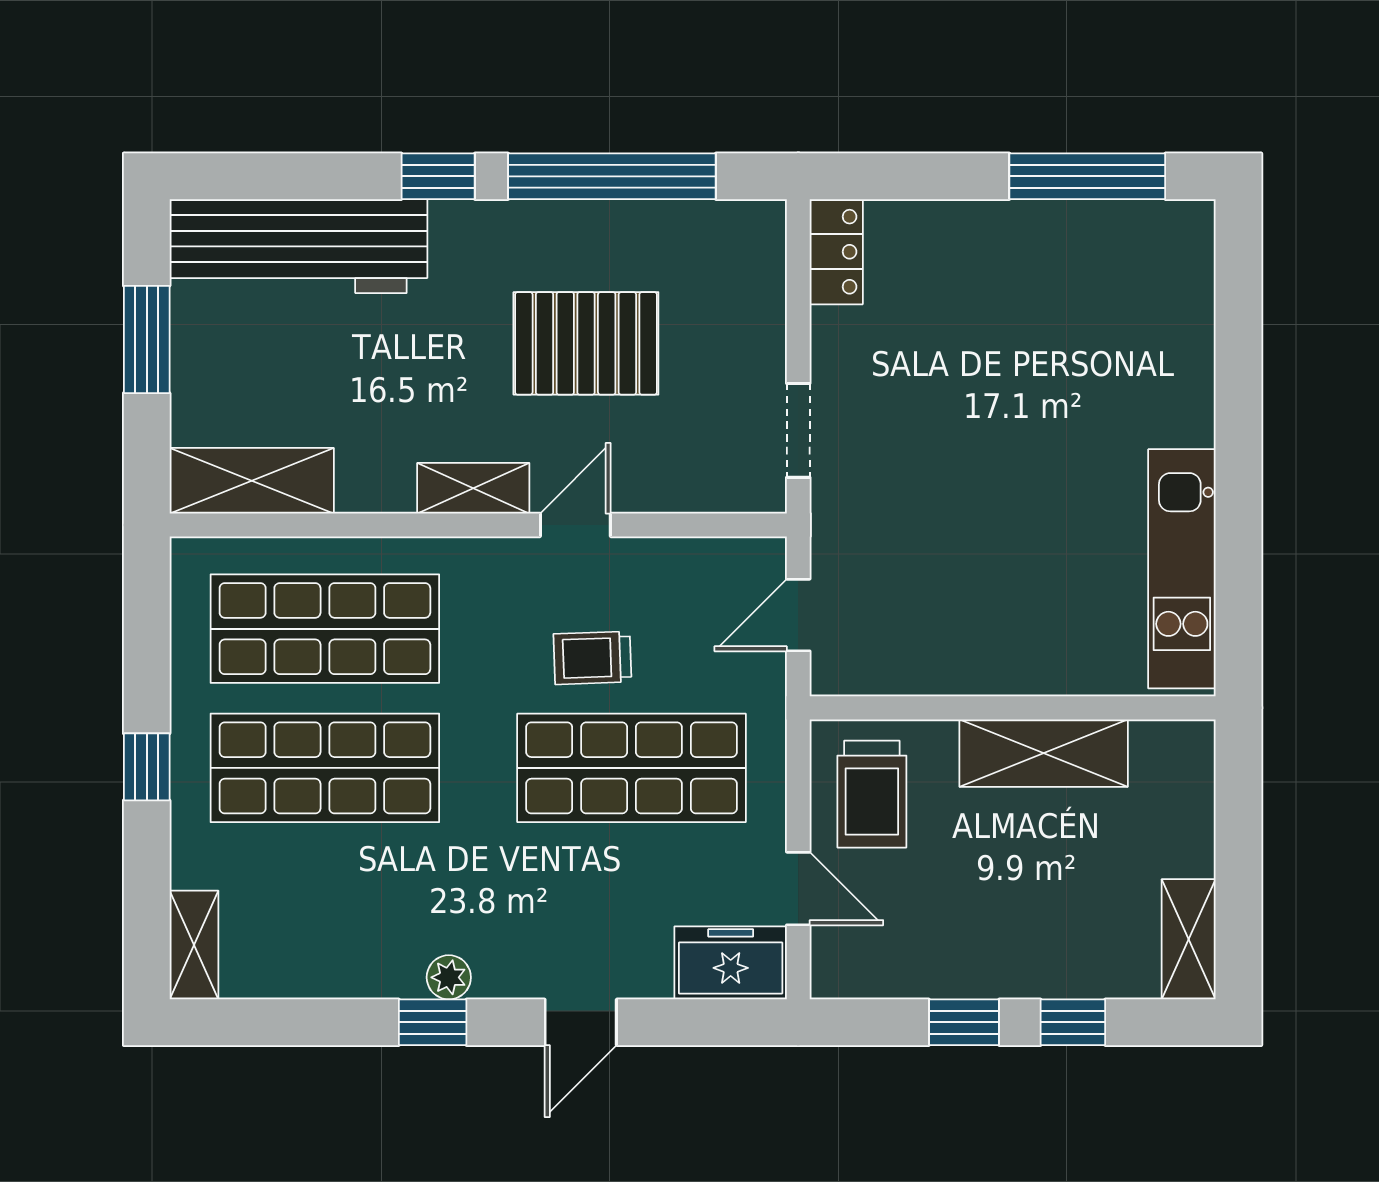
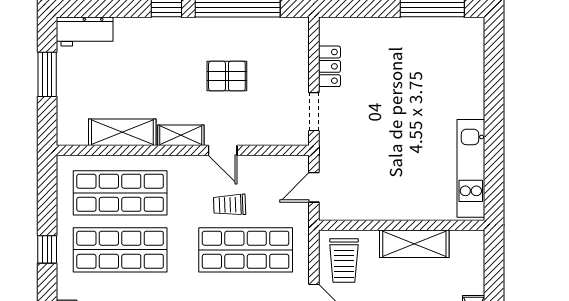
workbench: (298, 246) -> (85, 32), width x0.53, depth x0.76
locker: (836, 252) -> (329, 66), moved
pallet: (586, 343) -> (227, 76), width x0.67, depth x0.71
shelving: (252, 481) -> (122, 132), moved
door: (575, 525) -> (223, 150), swing flipped

